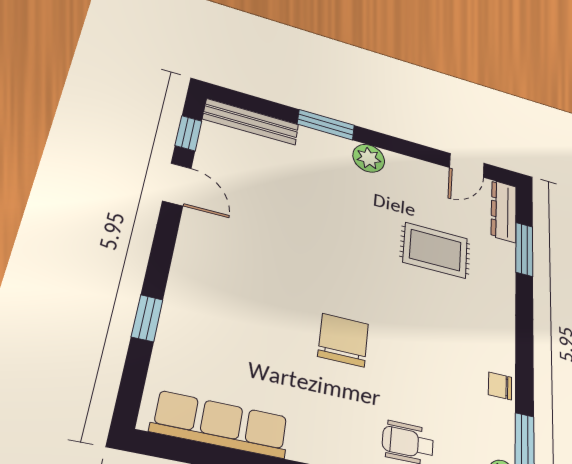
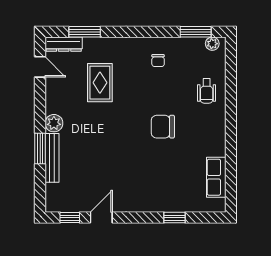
bench: (251, 122) -> (52, 158), moved
chair: (500, 386) -> (158, 61), moved
row of seats: (221, 424) -> (216, 177), width x0.68

